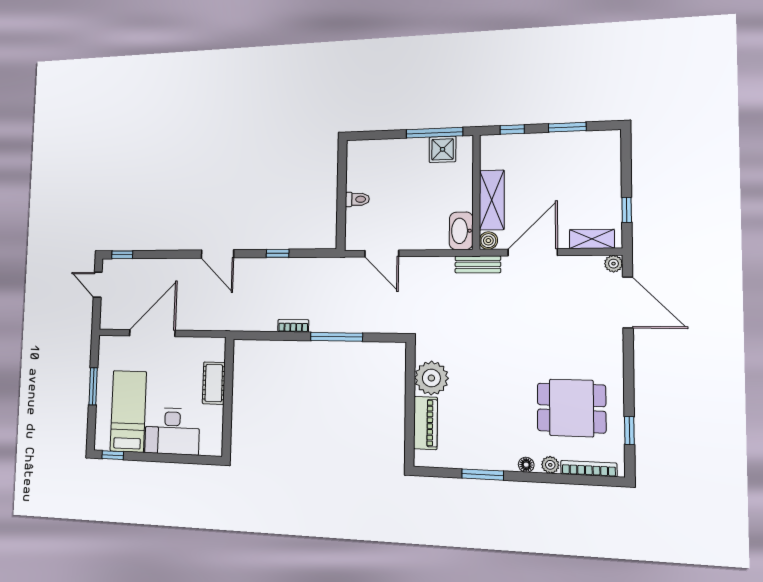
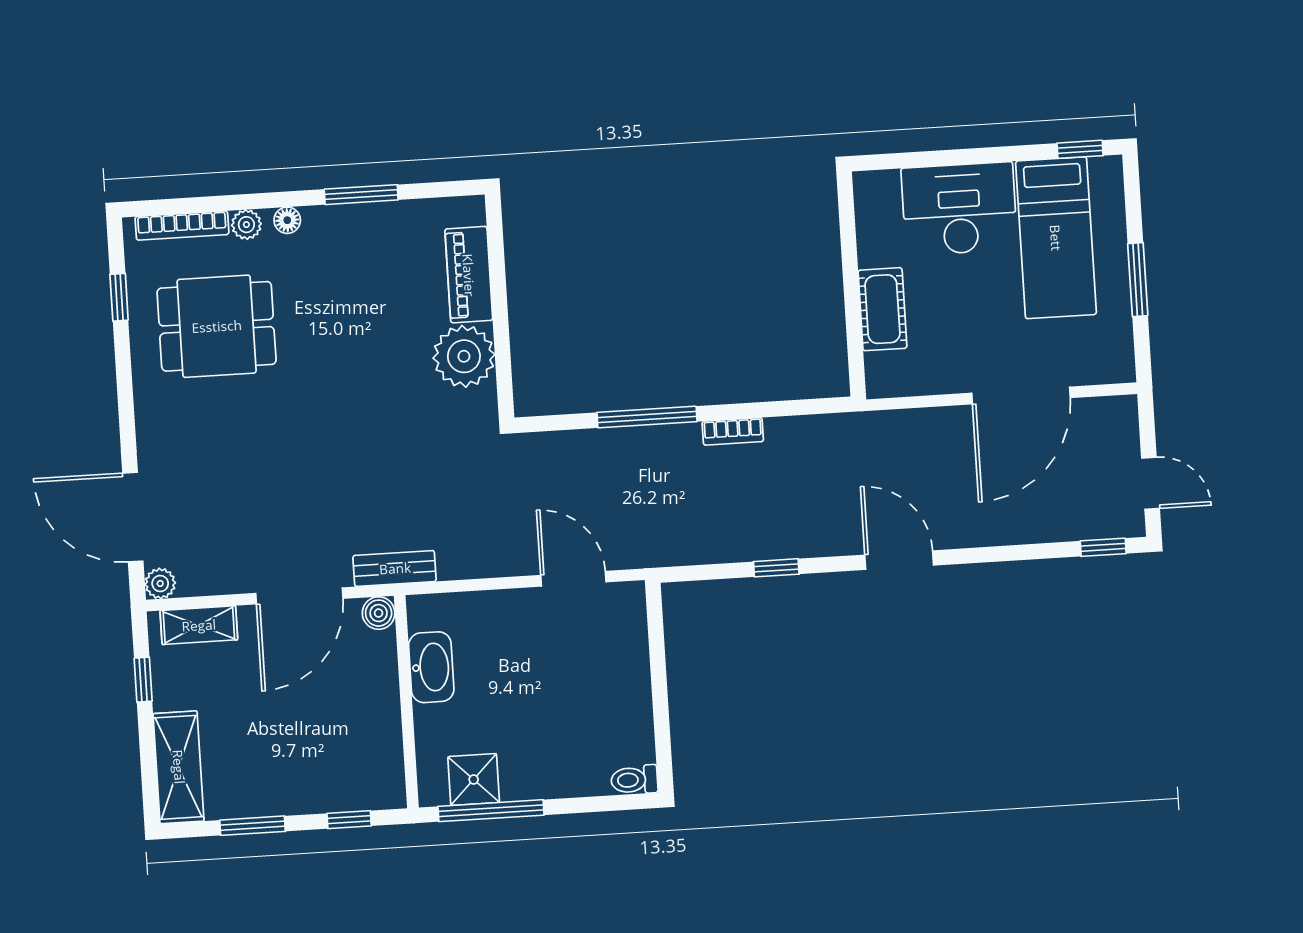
toilet: (357, 199) -> (634, 780), moved
shelving: (492, 200) -> (179, 767), moved
washbasin: (461, 231) -> (431, 667), moved

